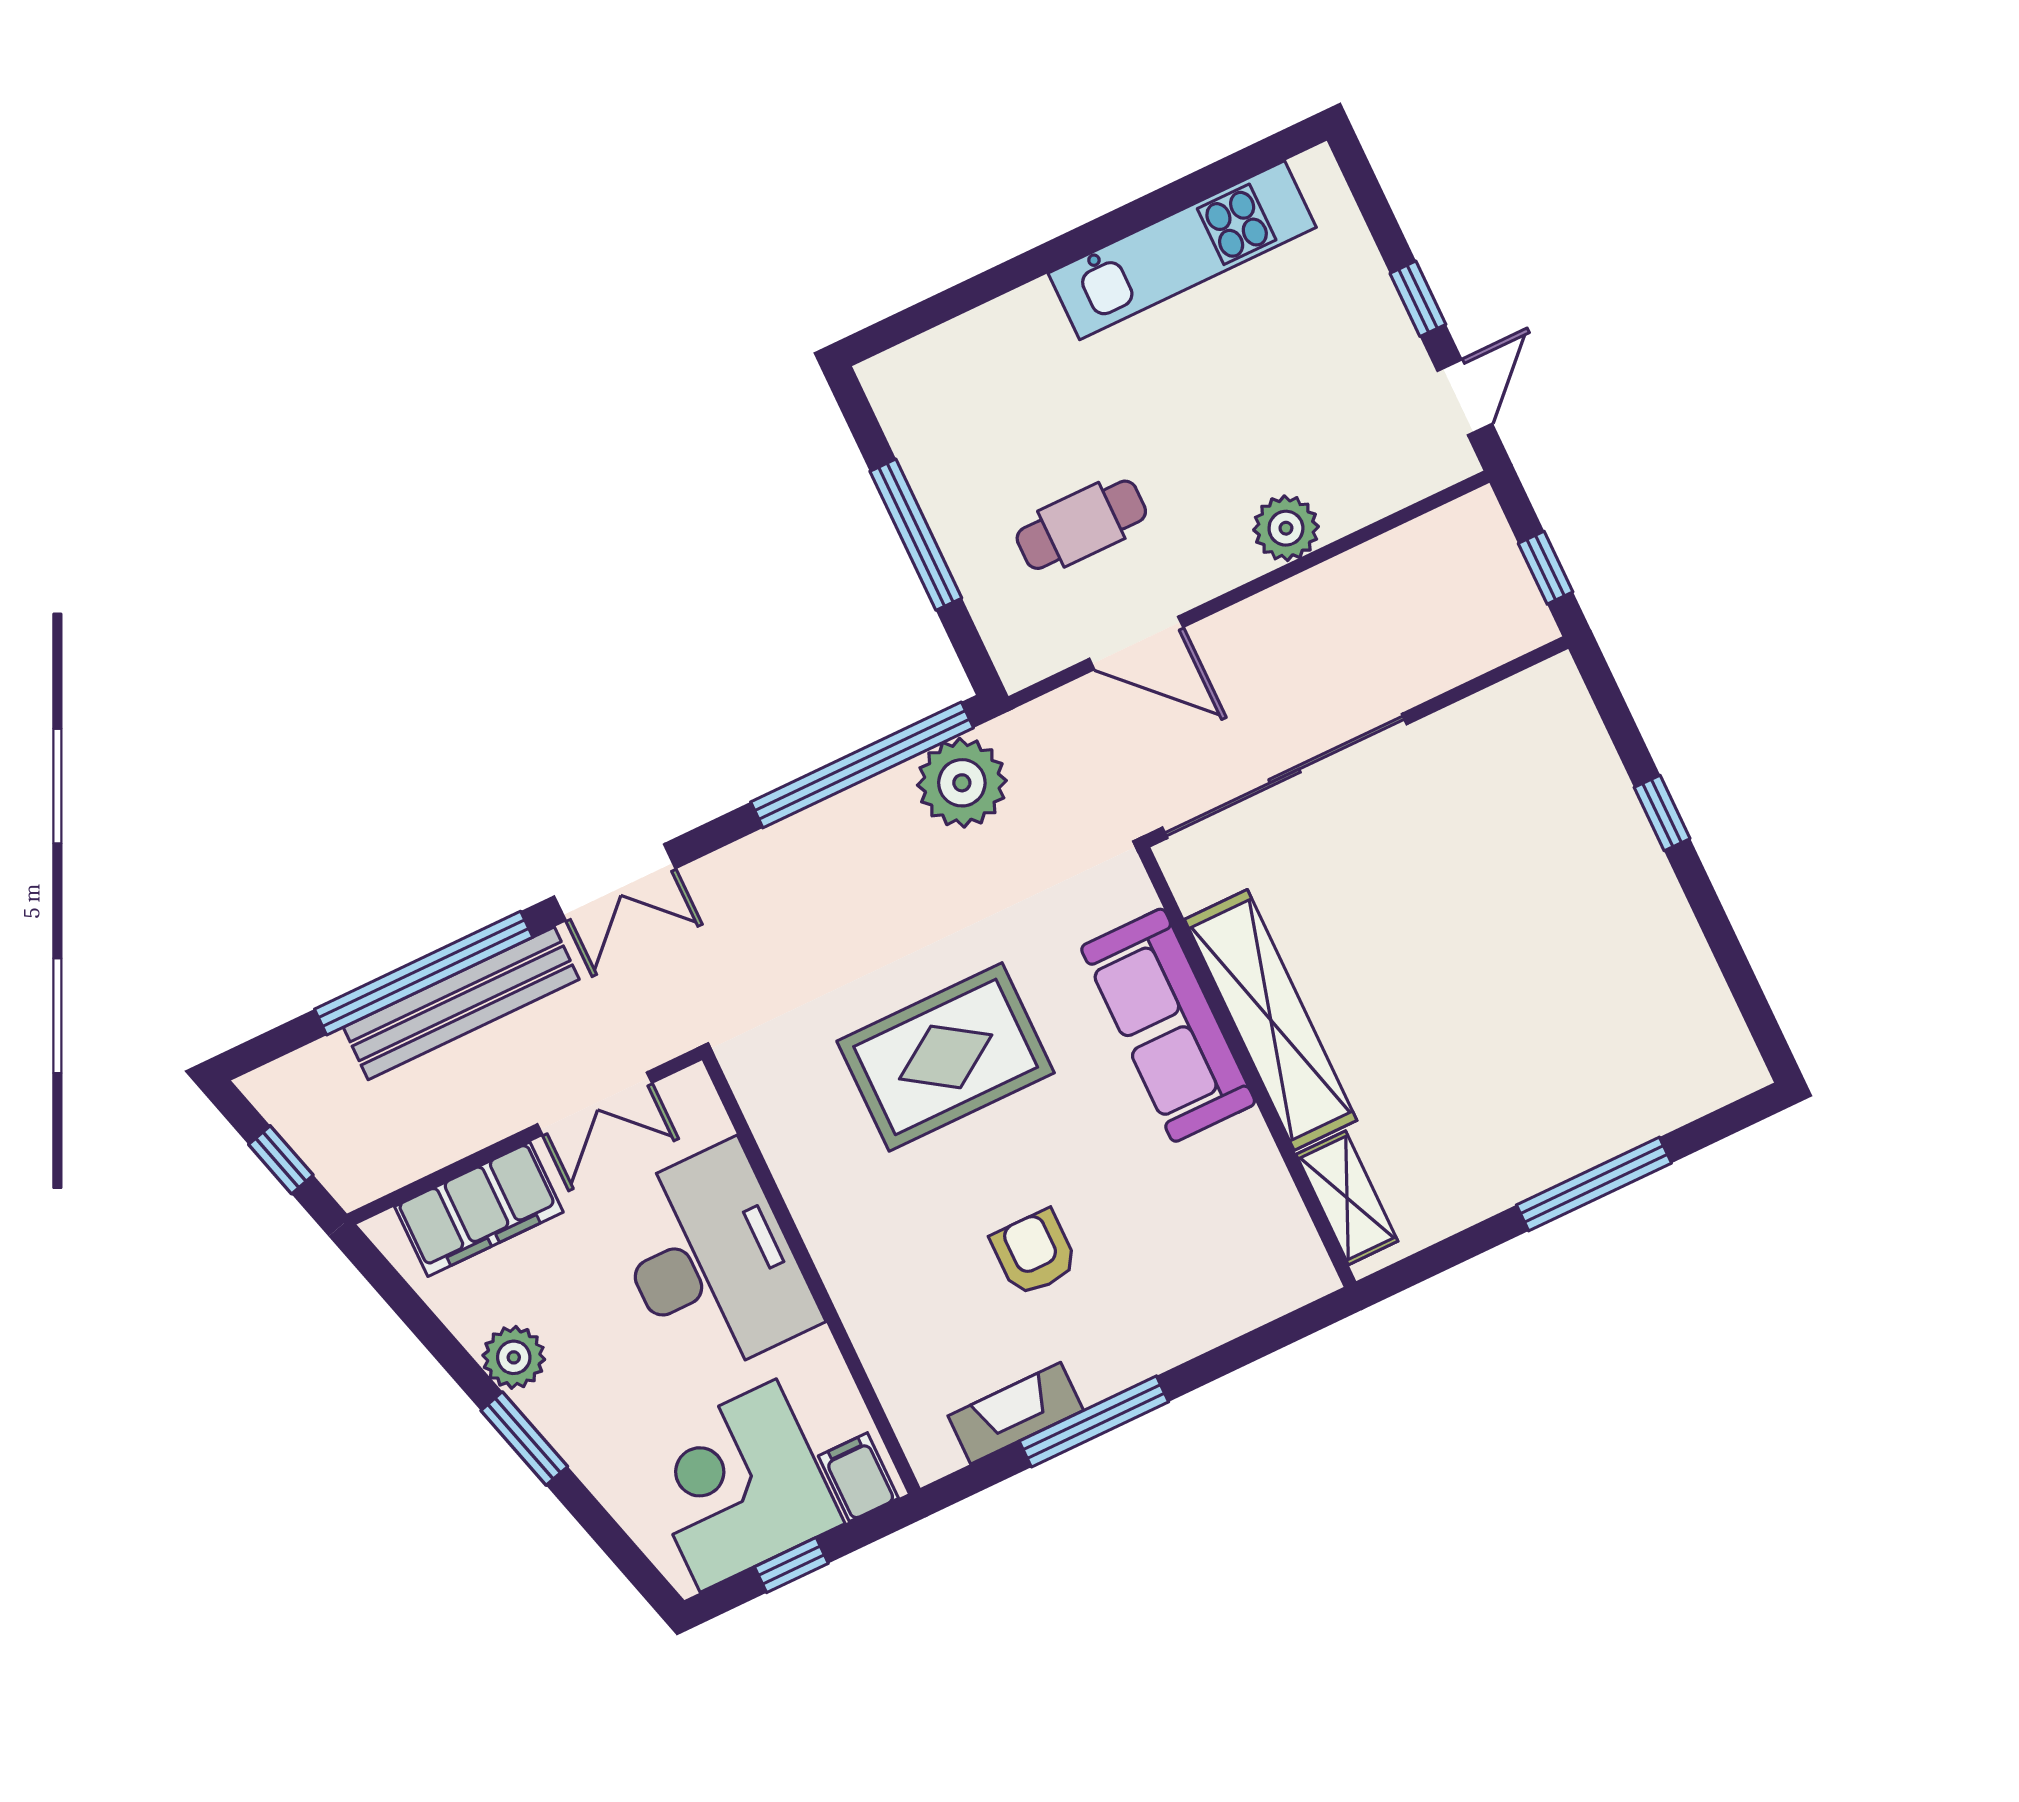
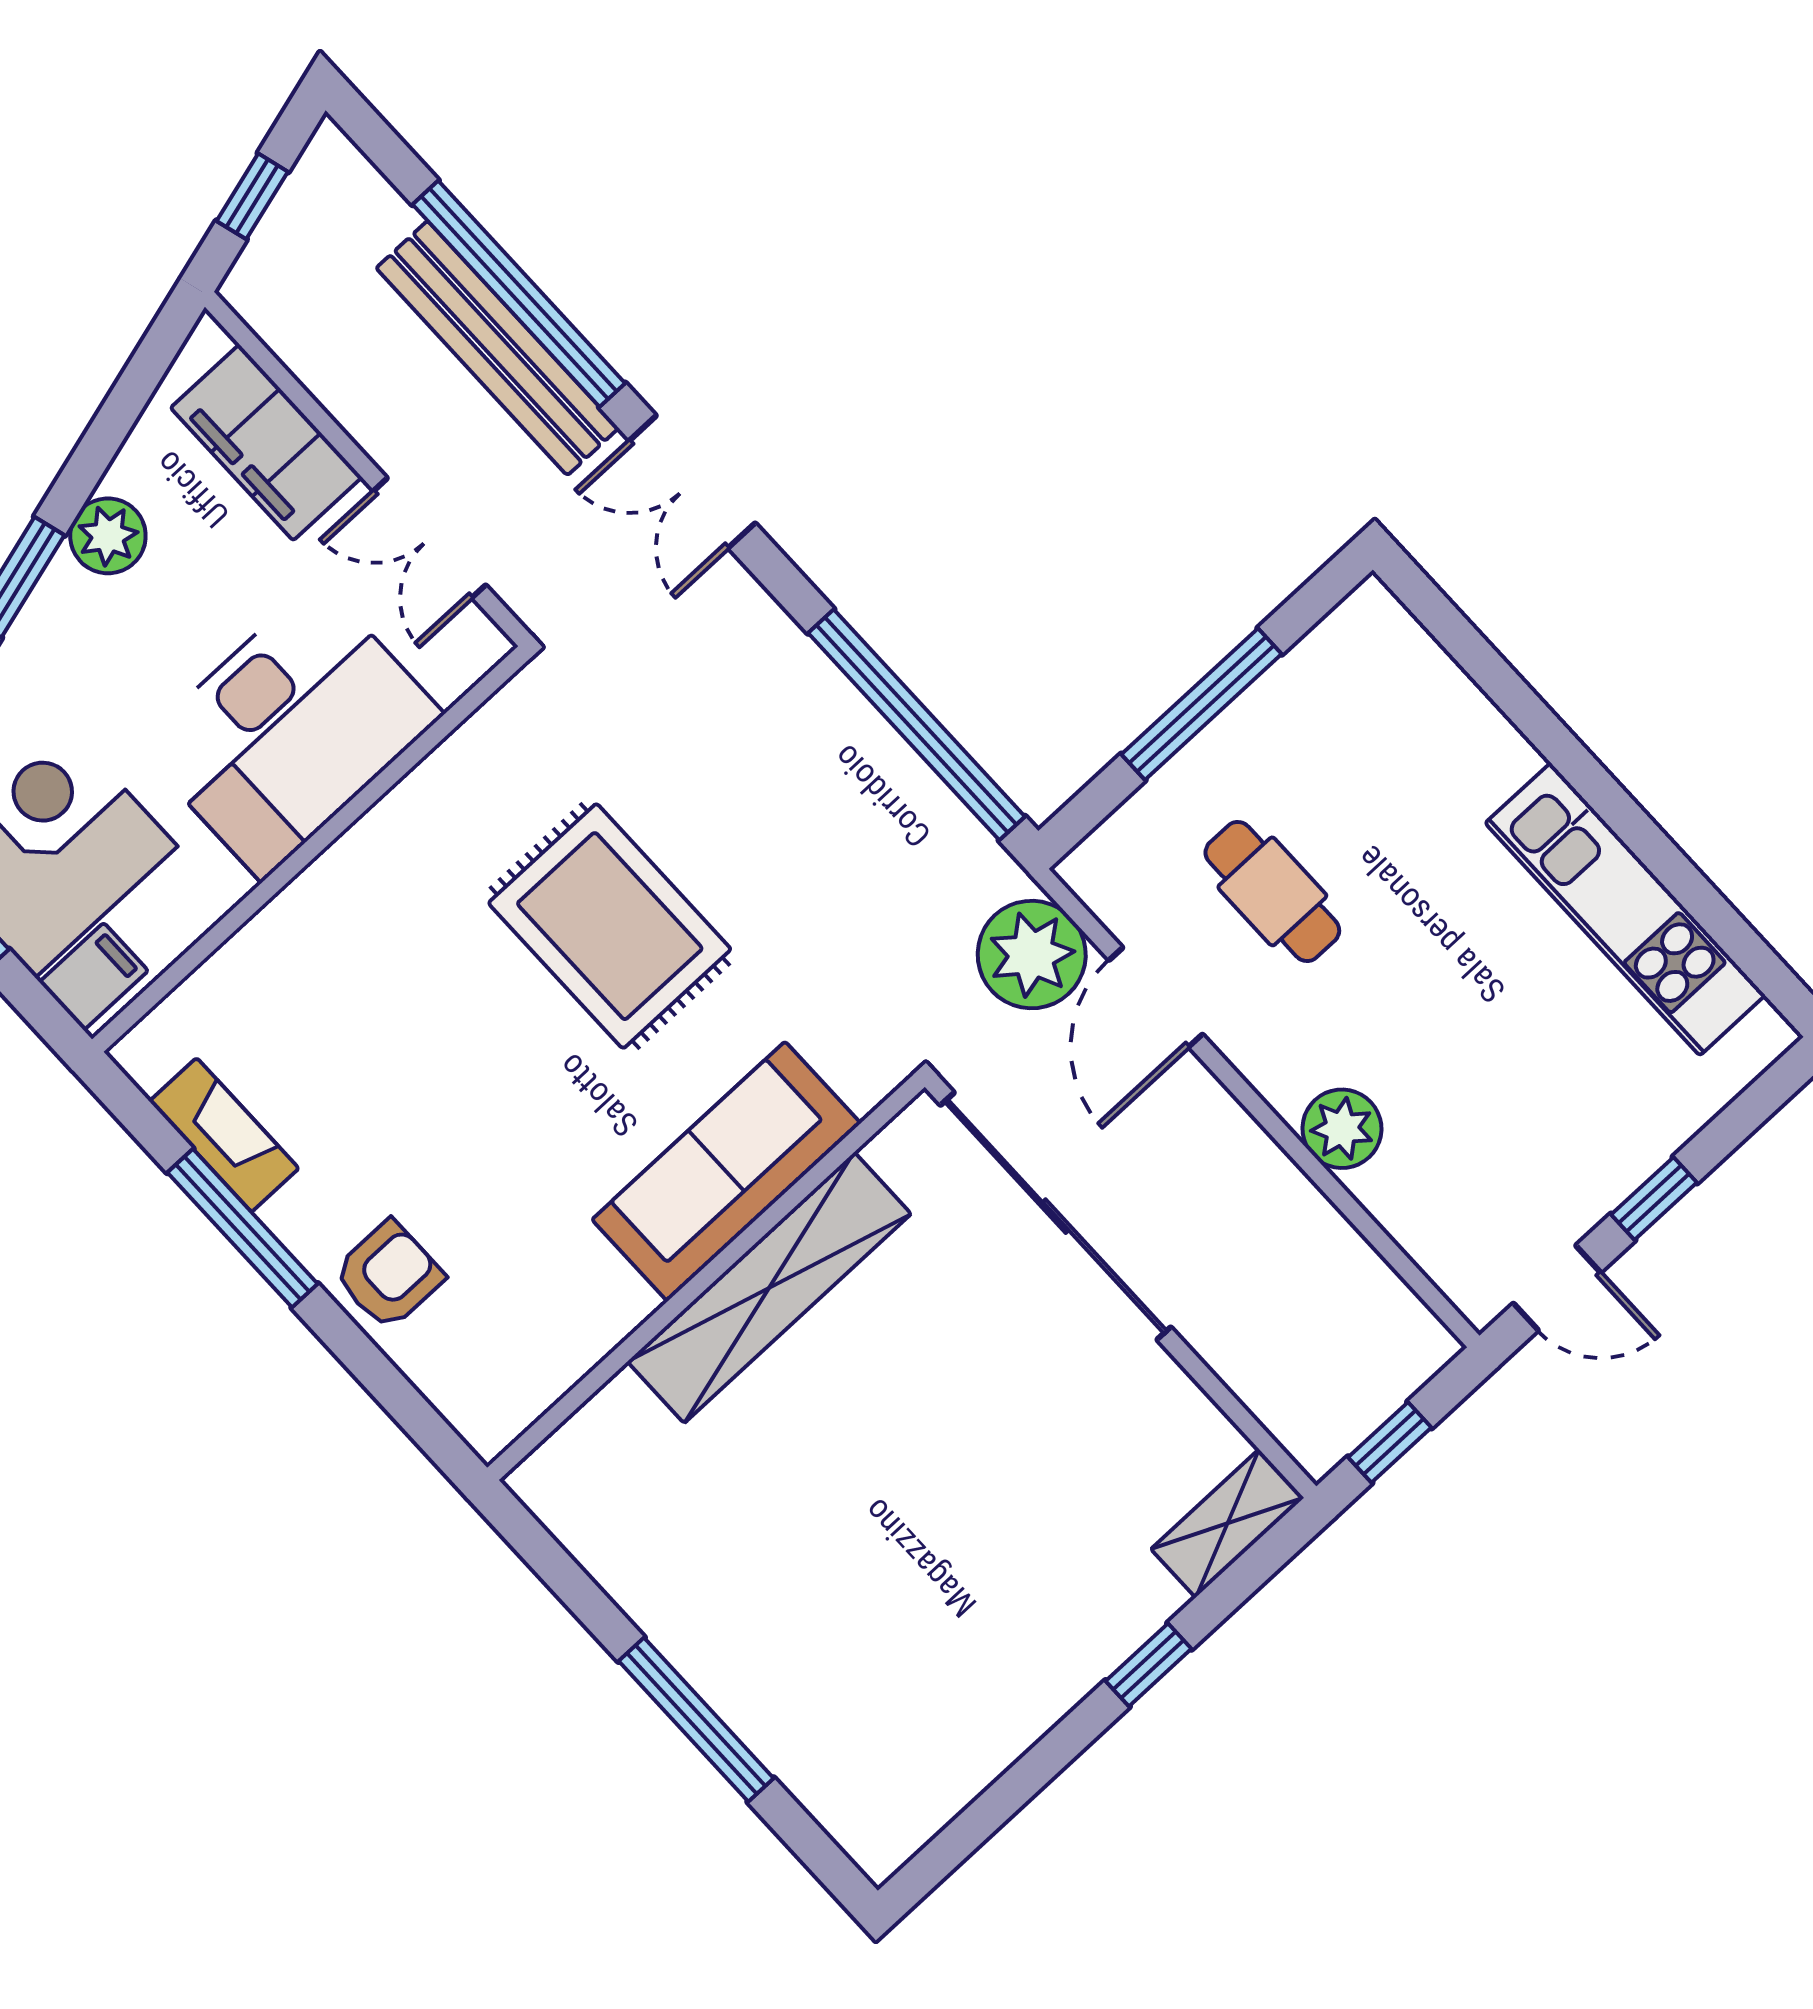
plant: (962, 783) -> (1032, 955), moved
shelving: (1347, 1198) -> (1227, 1523), moved
armchair: (1034, 1253) -> (389, 1275), moved

